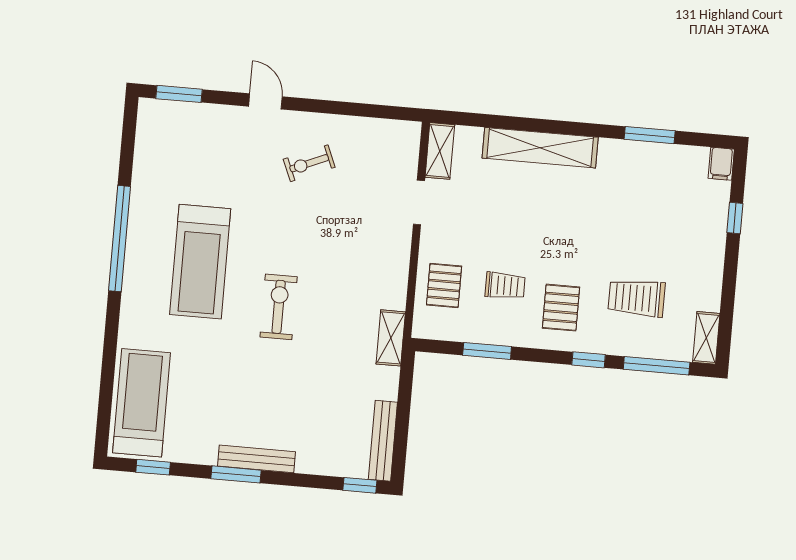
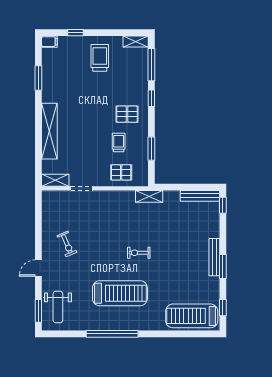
weight bench: (183, 134) -> (58, 307), added
trolley: (637, 298) -> (100, 58), moved, turned 180
exercise bike: (279, 307) -> (139, 253), width x0.73, depth x0.72

